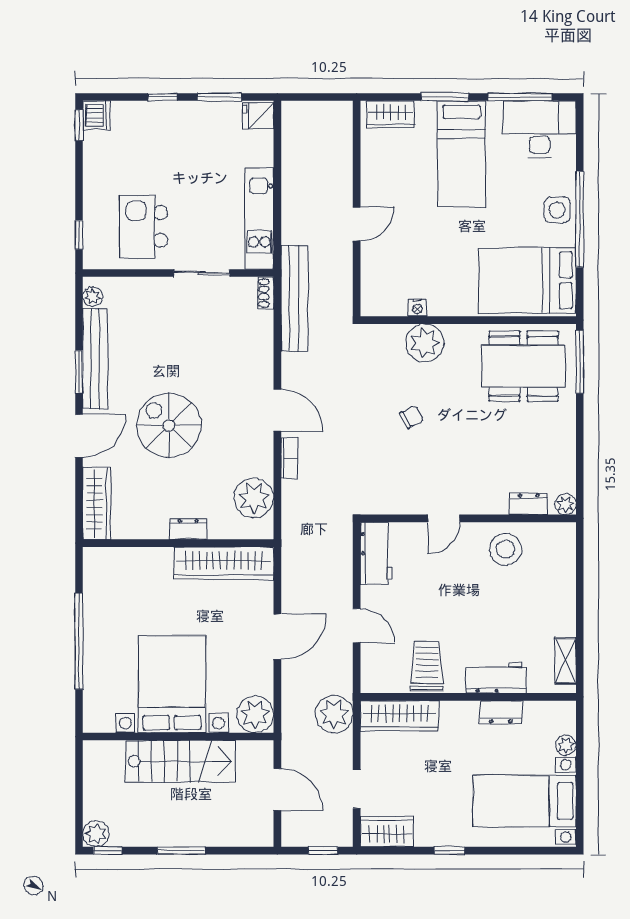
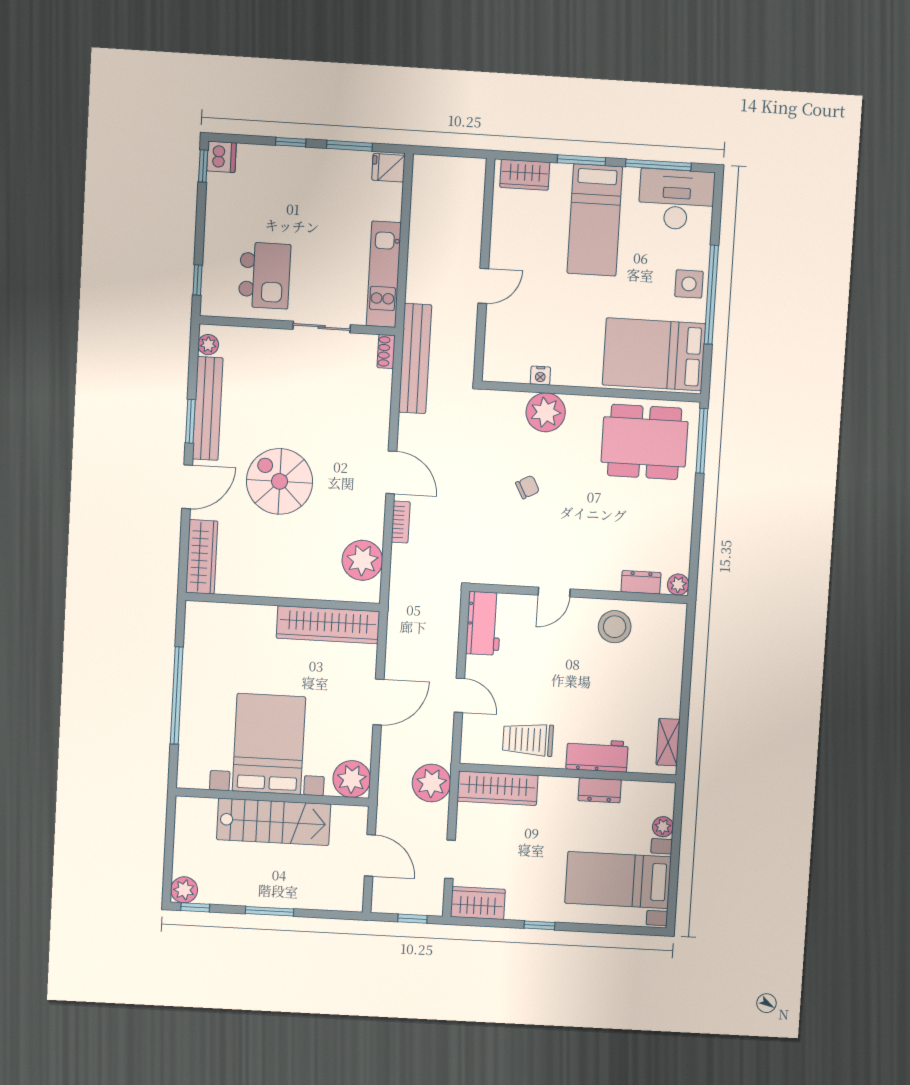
kitchen island: (144, 226) -> (265, 275), turned 180
dresser: (188, 529) -> (294, 588), removed
trolley: (427, 666) -> (528, 740), turned -90

